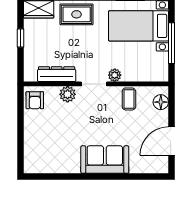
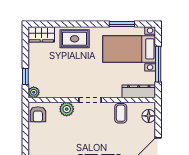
window: (21, 38) -> (25, 76), moved
dresser: (57, 74) -> (139, 91), moved
plant: (115, 75) -> (34, 92), moved

